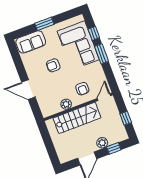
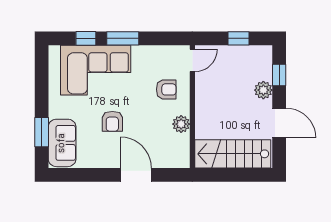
window: (44, 24) -> (42, 132), moved
door: (28, 90) -> (136, 175), swing flipped
door: (104, 97) -> (192, 60), swing flipped
stairs: (77, 118) -> (233, 154), moved, turned -90

